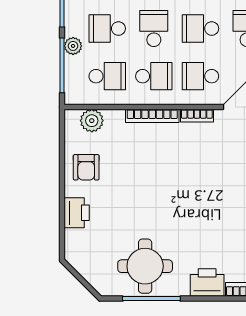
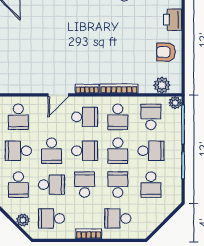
plant: (73, 46) -> (175, 103), moved
school desk: (107, 76) -> (151, 117), turned 90
school desk: (154, 76) -> (118, 117), turned -90
armchair: (86, 167) -> (166, 52), turned -90

